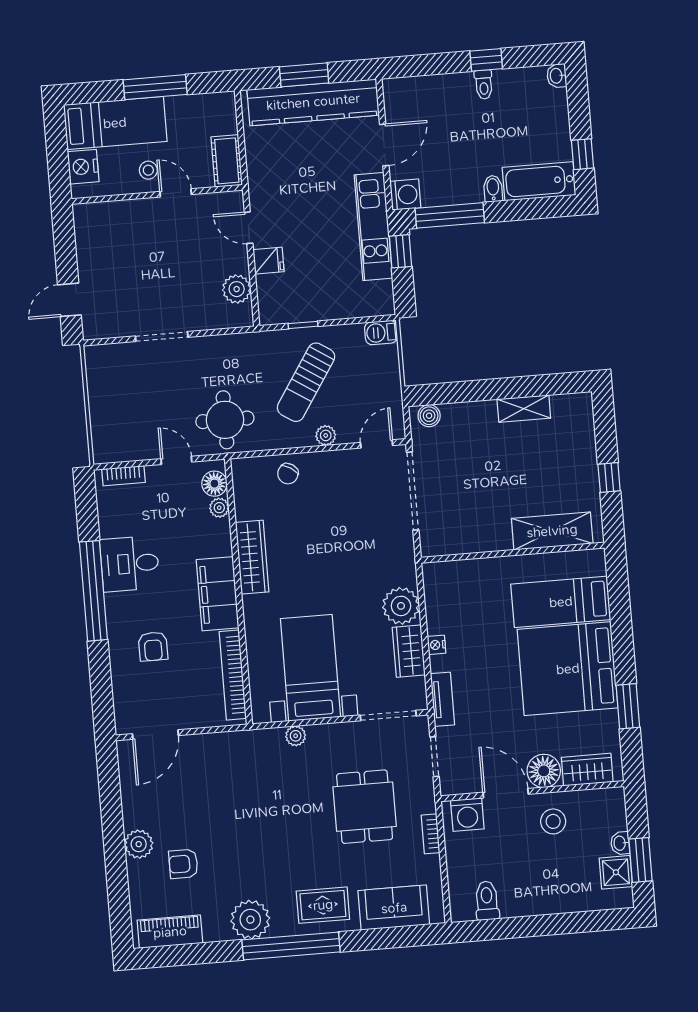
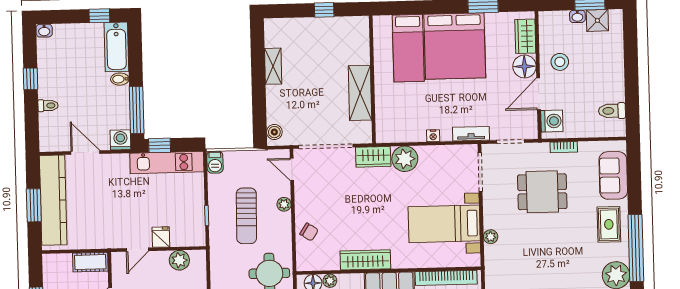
toilet: (484, 85) -> (48, 106), moved
kitchen unit: (373, 227) -> (167, 163), moved
sun lounger: (306, 382) -> (246, 216), turned 58
shelving: (552, 531) -> (360, 93), moved
wardrobe: (409, 651) -> (373, 157), moved

